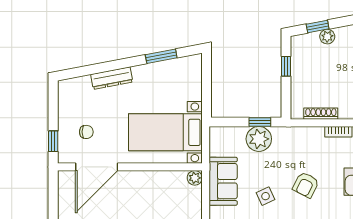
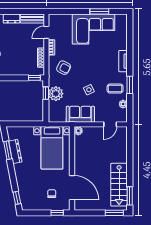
window: (286, 66) -> (34, 78), moved
window: (79, 72) -> (17, 198), added
dresser: (112, 78) -> (15, 151), moved
armchair: (306, 185) -> (64, 68), moved

